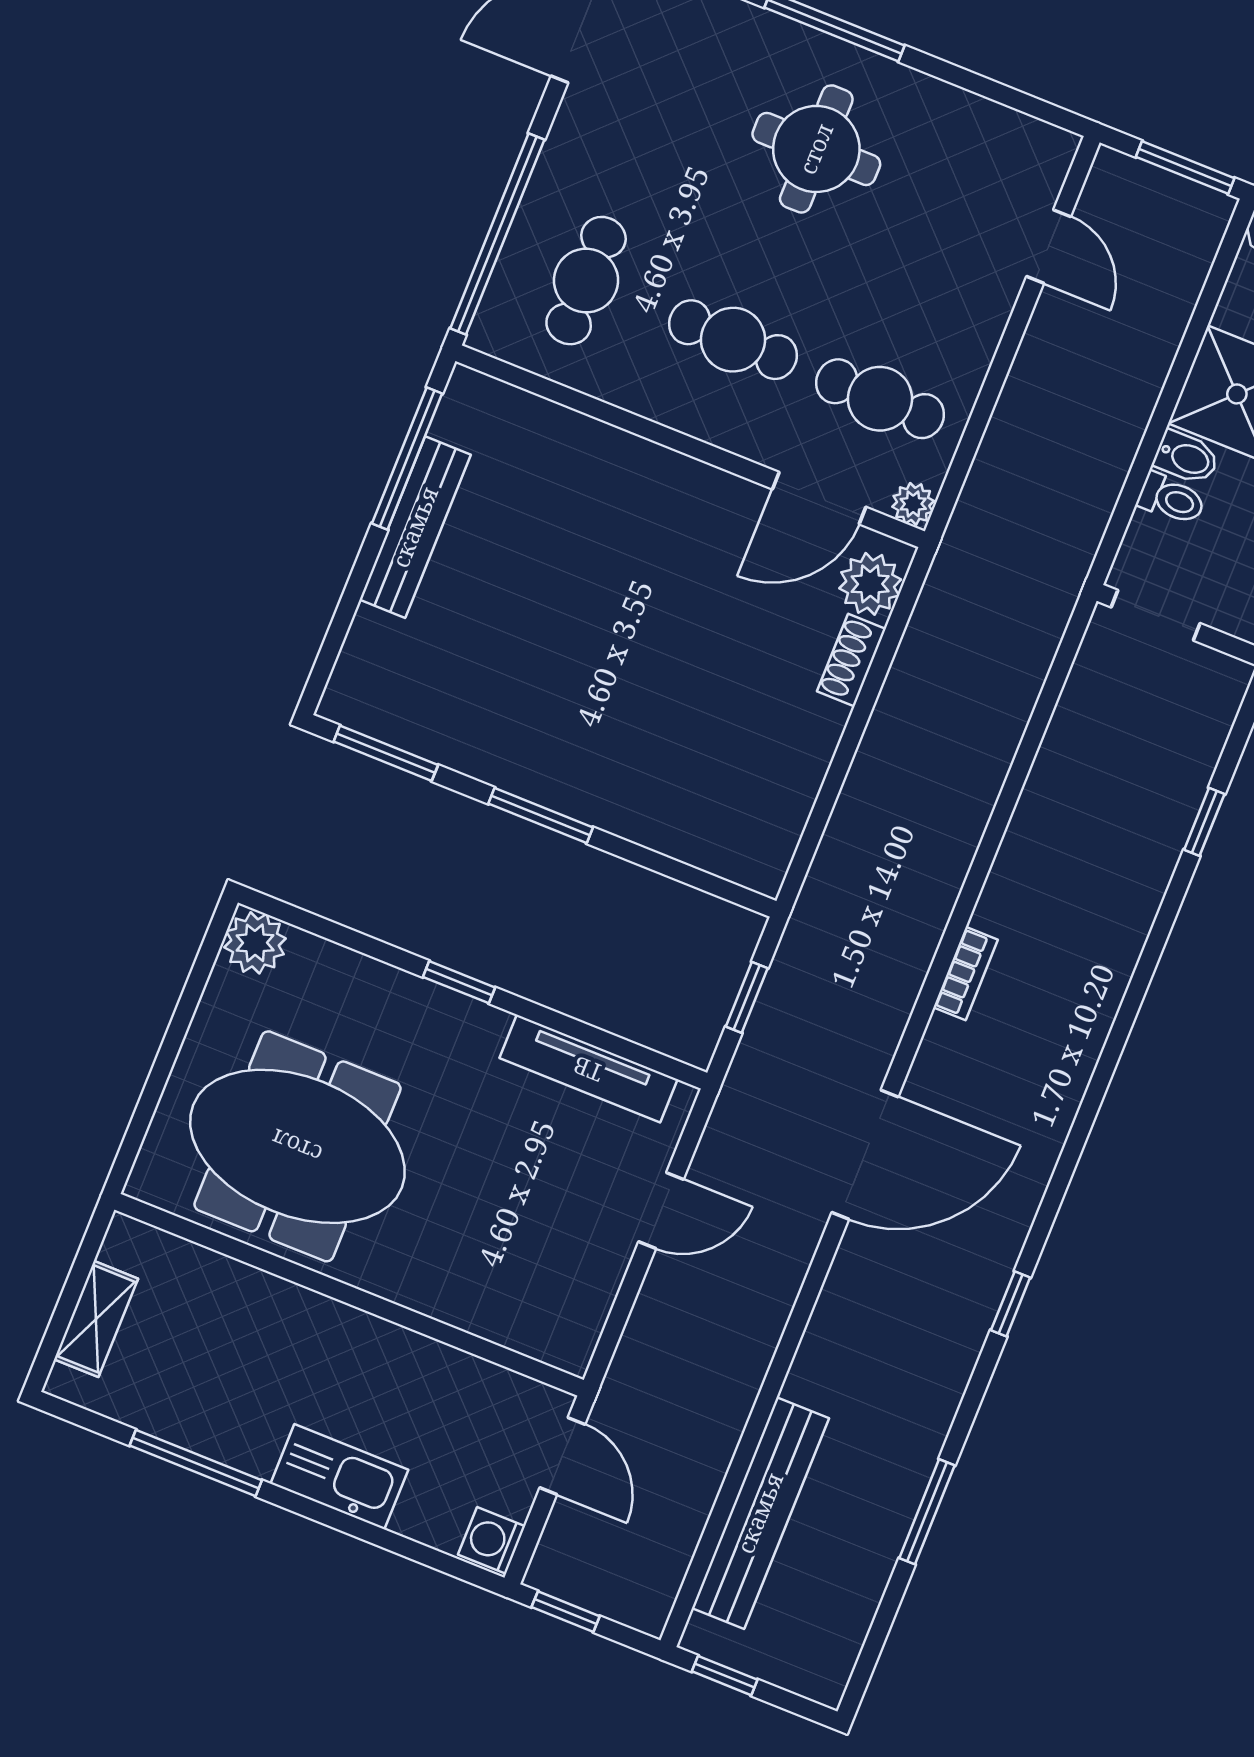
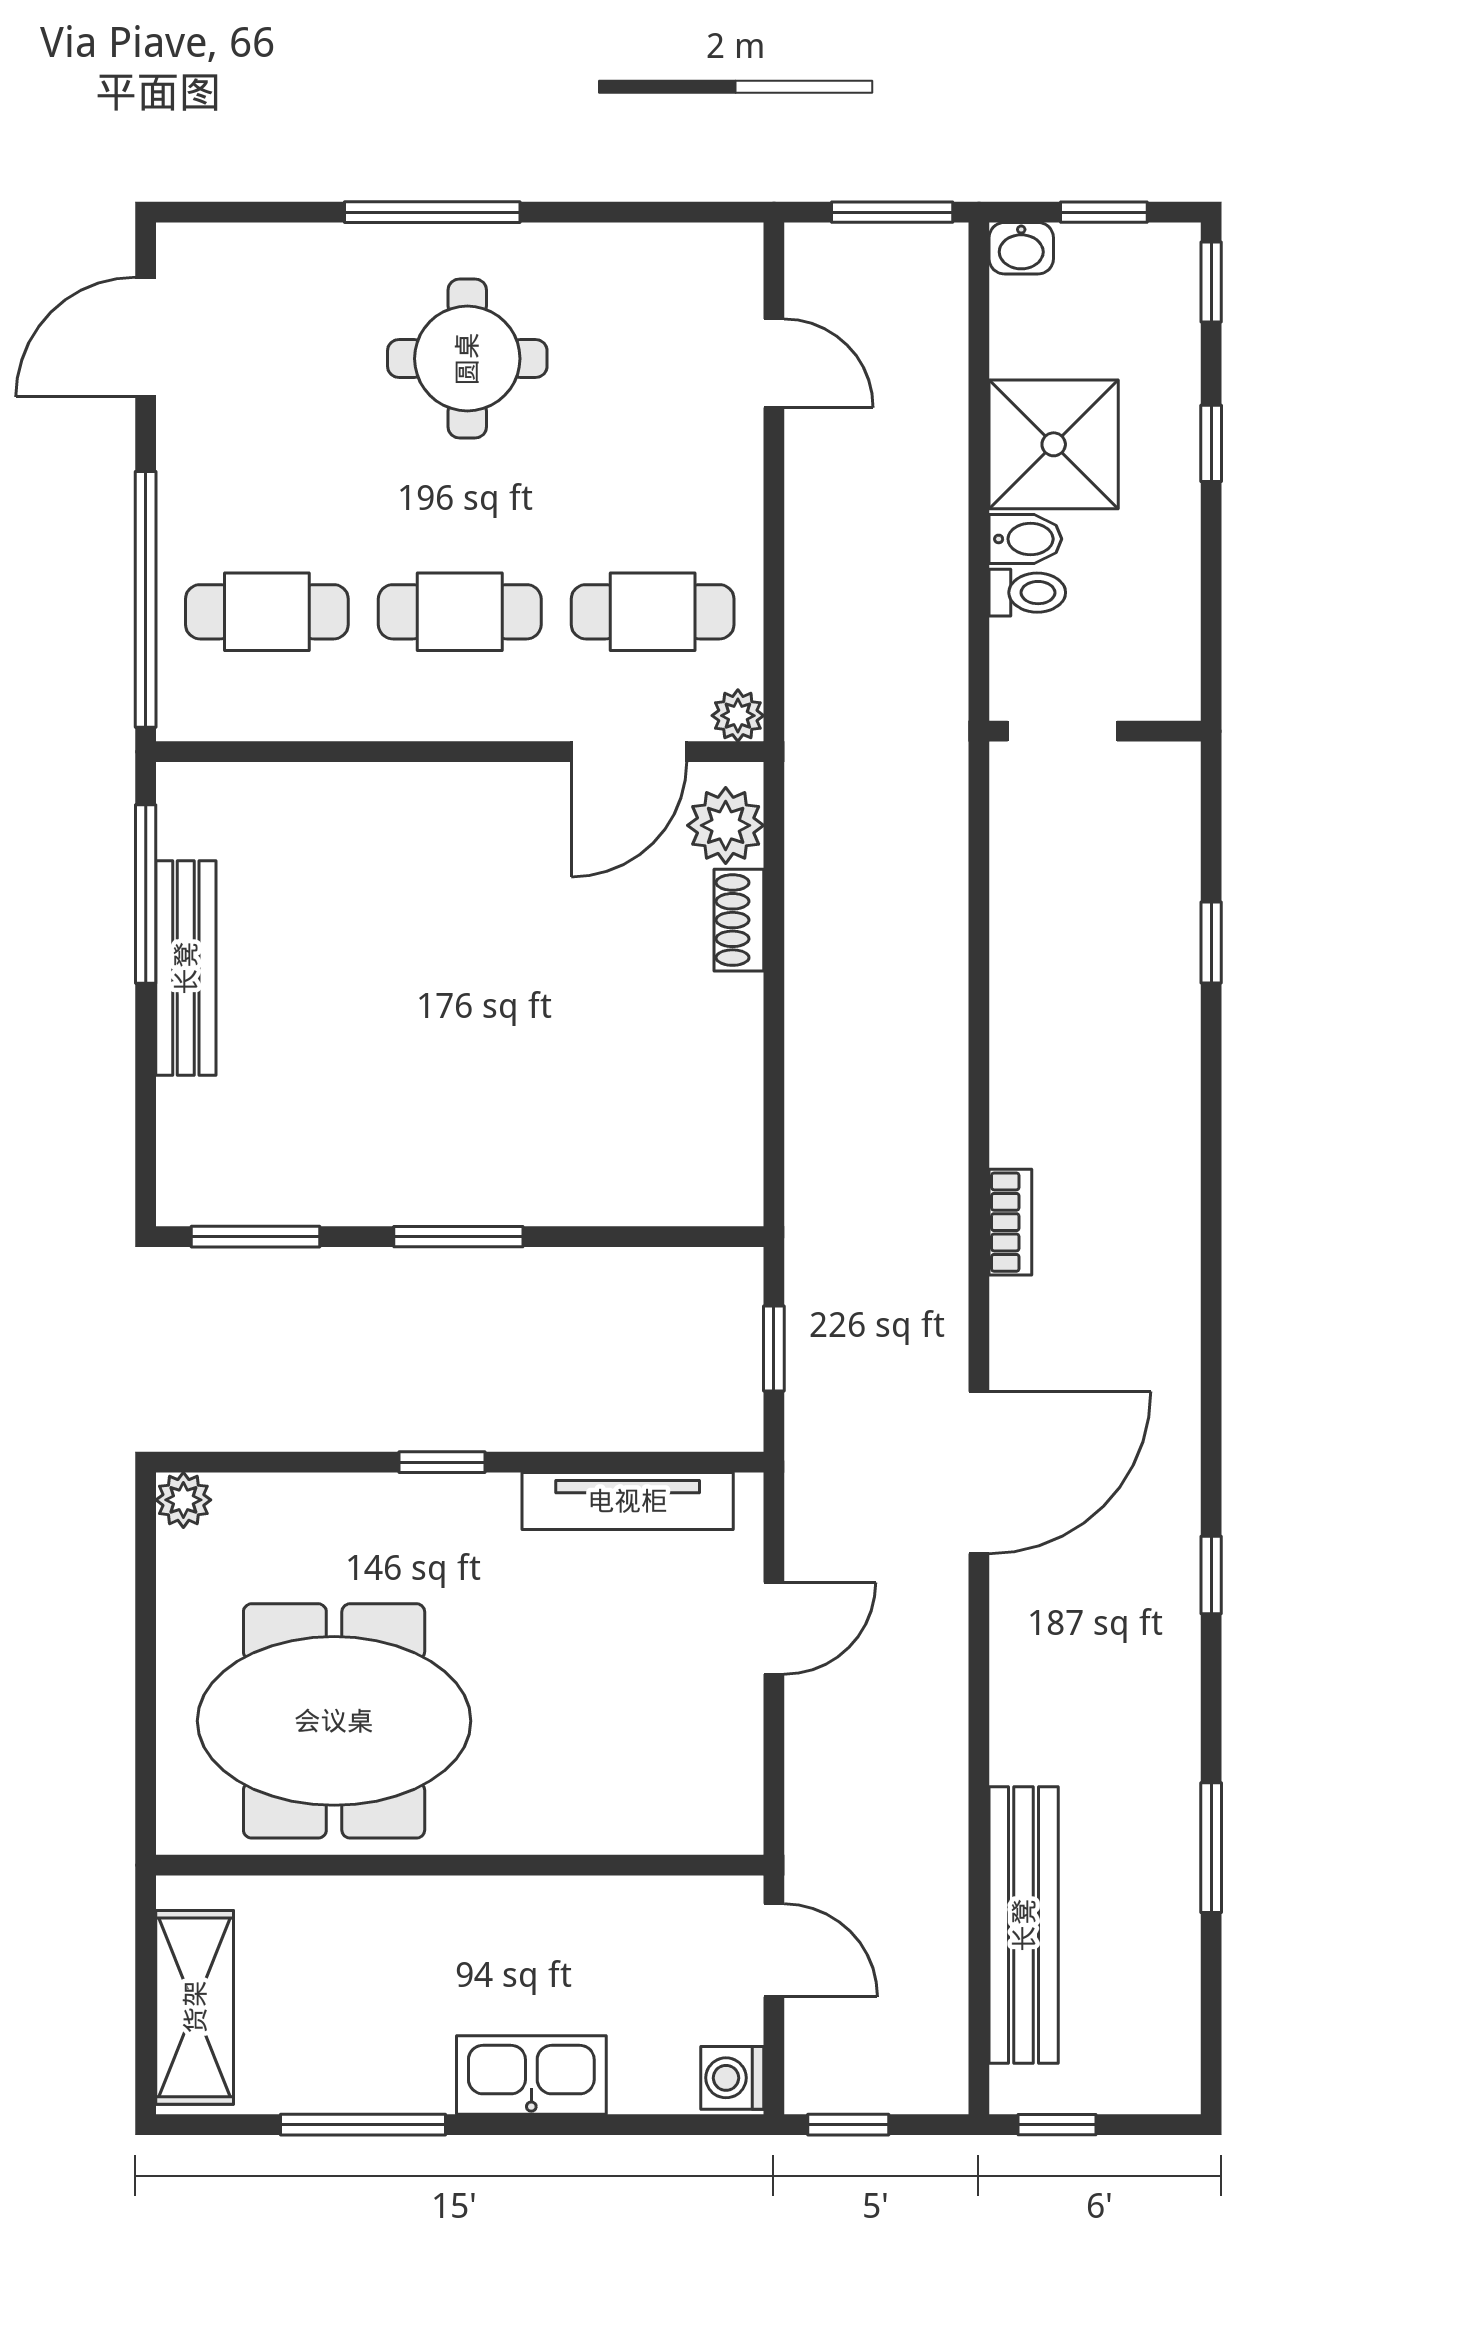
cafe table: (586, 281) -> (267, 612), turned 90
plant: (255, 943) -> (183, 1500), width x0.73, depth x0.73
shelving: (96, 1319) -> (195, 2007), width x1.50, depth x1.33

